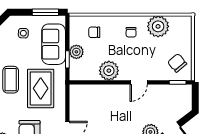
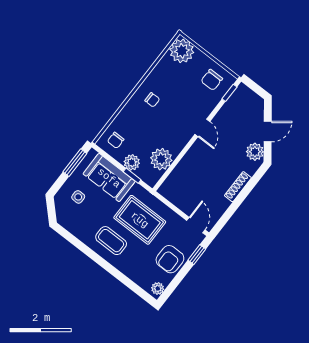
plant: (158, 26) -> (182, 51), moved
chair: (94, 32) -> (116, 140), moved
chair: (177, 63) -> (212, 80), turned -50
plant: (109, 71) -> (161, 159), moved

